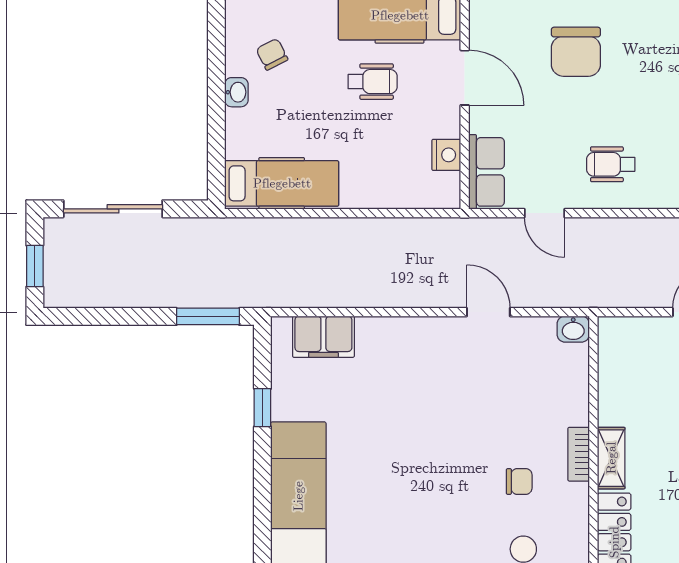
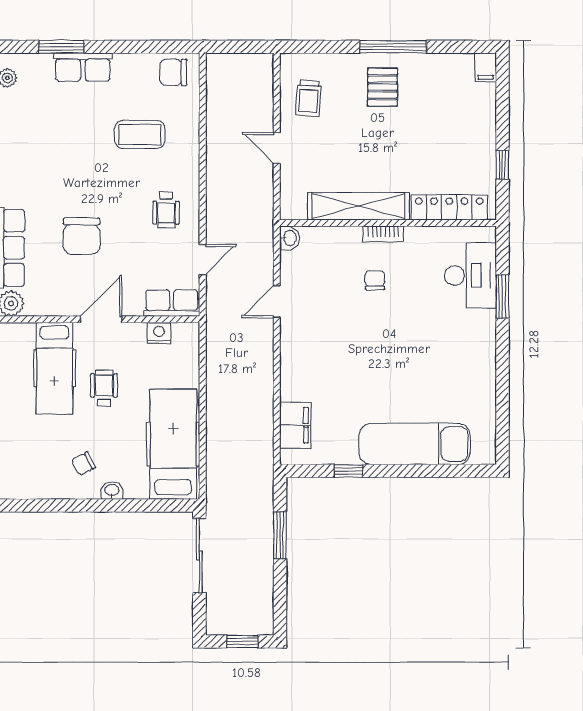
chair: (576, 52) -> (82, 236), turned 90
hospital bed: (282, 183) -> (173, 444), width x1.37, depth x1.29
sliding door: (113, 209) -> (199, 555), moved
window: (208, 316) -> (280, 535), moved
shelving: (611, 458) -> (359, 206), width x2.20, depth x1.33
chair: (519, 481) -> (375, 280), moved

